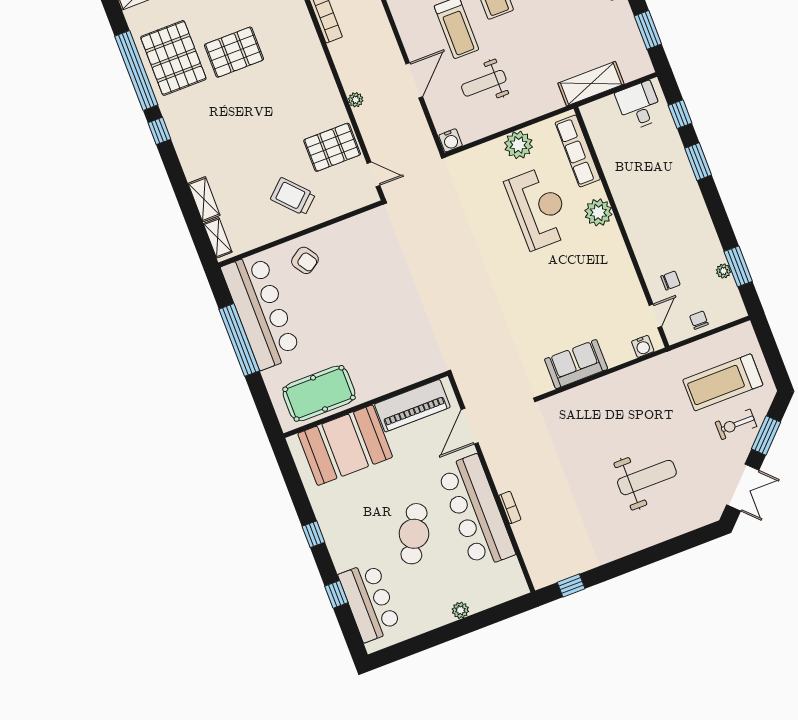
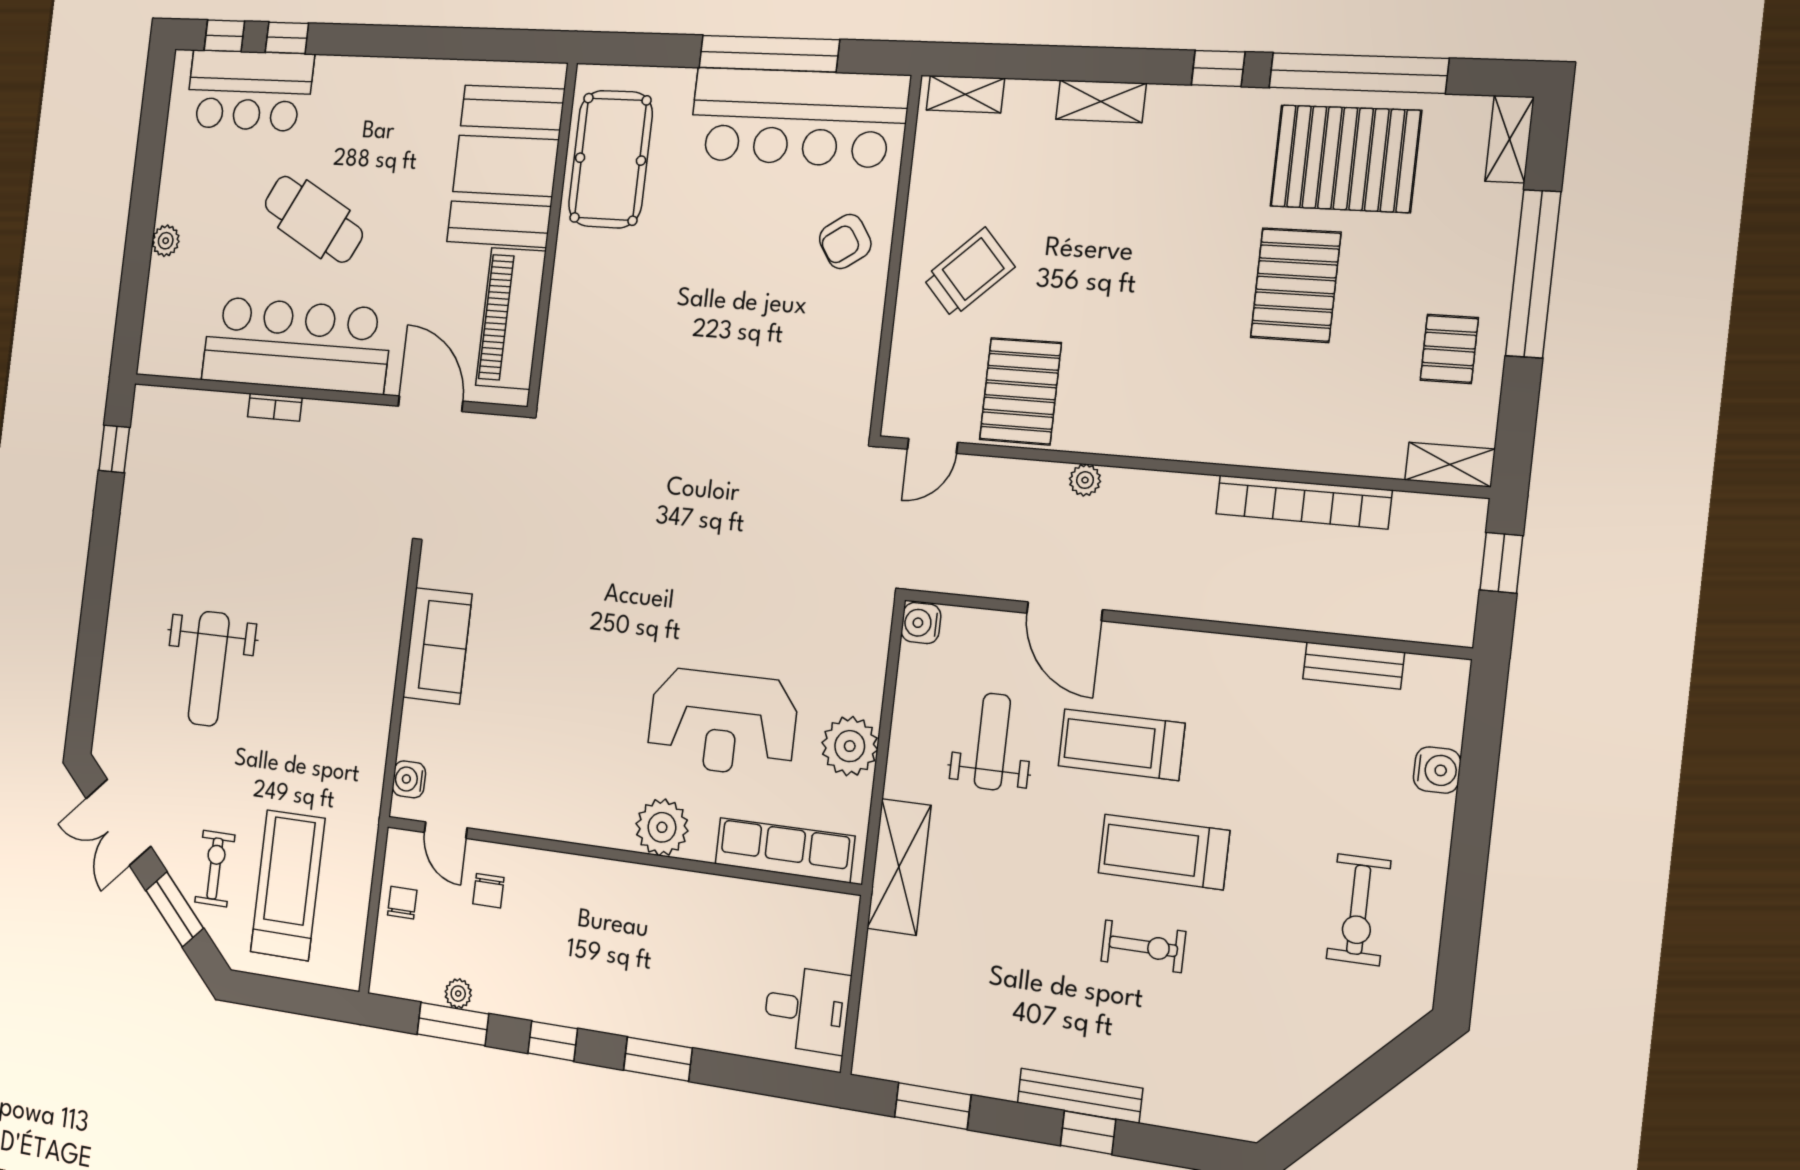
shelving: (591, 84) -> (899, 867), moved
window: (680, 114) -> (553, 1041), moved
shelving: (204, 199) -> (1101, 101), moved
chair: (699, 320) -> (402, 903), turned -90
window: (313, 534) -> (224, 36), moved

